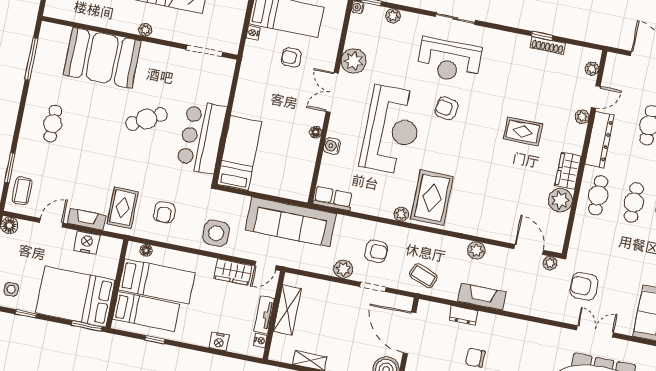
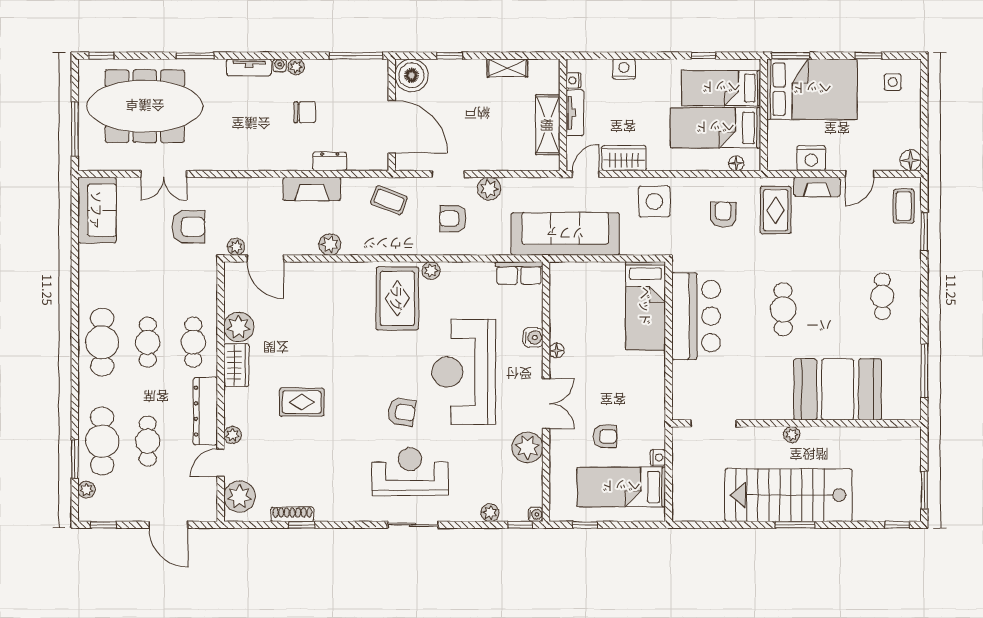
plant: (592, 69) -> (239, 497), width x1.87, depth x1.87
cafe table: (147, 119) -> (783, 309), moved, turned -61

